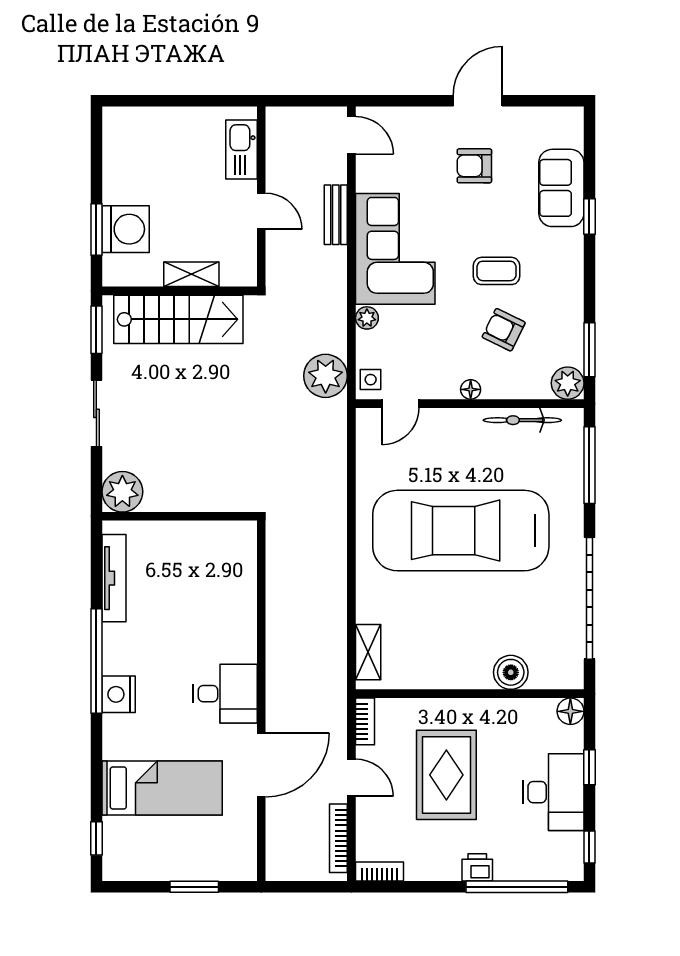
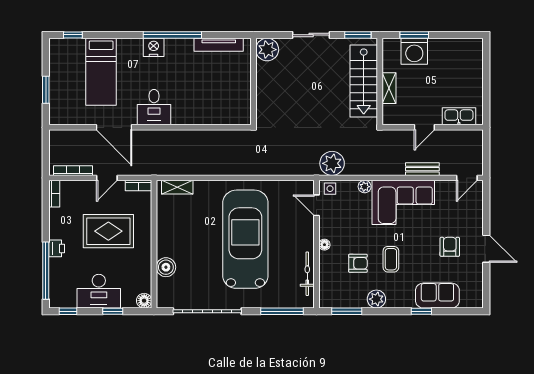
armchair: (504, 330) -> (358, 263), turned 64
plant: (568, 383) -> (376, 299), moved

